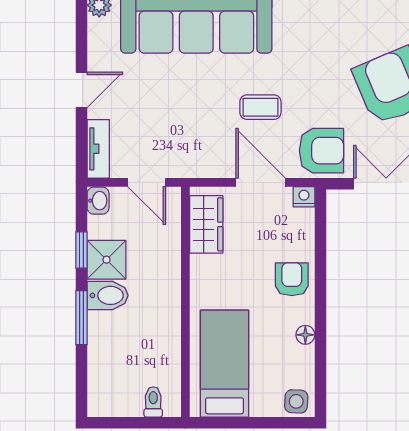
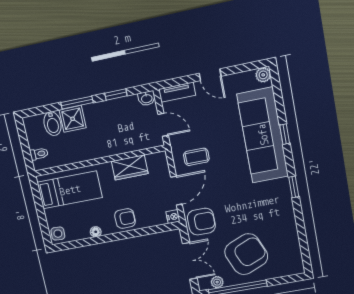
coffee table: (260, 107) -> (196, 157), moved, turned 90
armchair: (321, 151) -> (201, 222), turned -90
door: (147, 182) -> (163, 125), swing flipped
wardrobe: (206, 224) -> (130, 167), moved
shower: (106, 260) -> (73, 119), moved
bidet: (108, 295) -> (53, 124), moved

